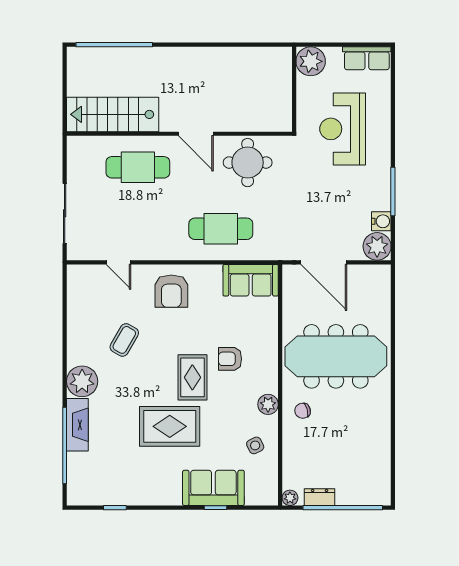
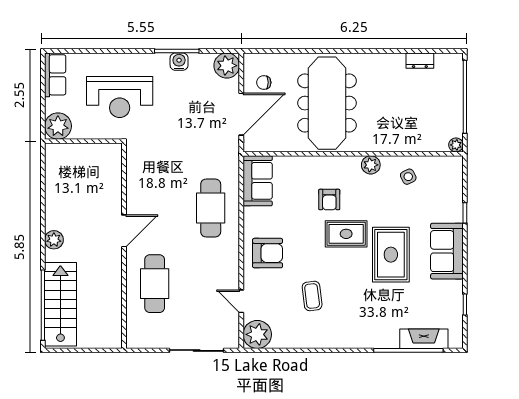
plant: (186, 57) -> (54, 240), added
stairs: (113, 114) -> (60, 304), moved, turned 180
round table: (248, 163) -> (150, 184), removed
water cooler: (381, 221) -> (179, 62), moved
door: (118, 262) -> (241, 301), swing flipped
coffee table: (124, 340) -> (312, 296), turned 53
plant: (82, 381) -> (257, 334), moved
chair: (303, 411) -> (264, 82), moved, turned 105
fireplace: (77, 425) -> (424, 339), moved
sofa: (213, 488) -> (447, 251), moved
dresser: (320, 497) -> (420, 61), moved, turned -90

